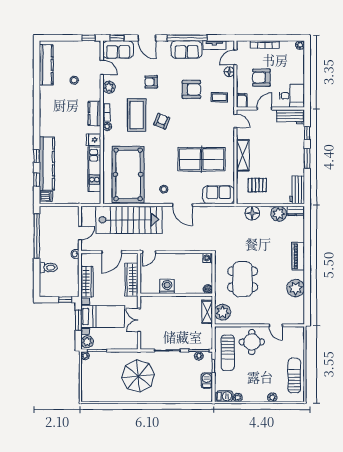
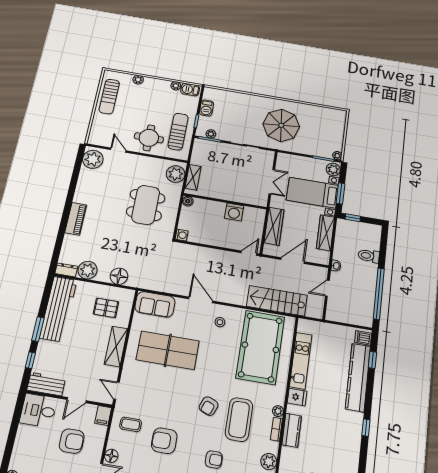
window: (37, 156) -> (366, 428), moved
workbench: (297, 190) -> (58, 309), width x1.88, depth x1.32
stairs: (129, 220) -> (277, 301), width x0.73, depth x0.66
plant: (296, 288) -> (93, 159), moved

